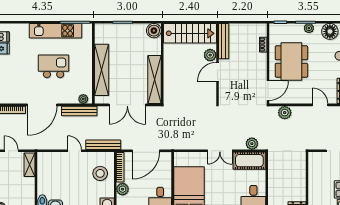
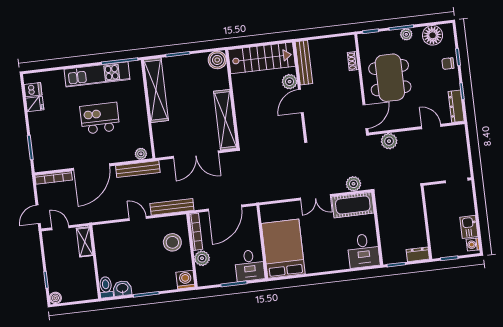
shelving: (102, 70) -> (156, 90), moved

